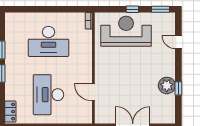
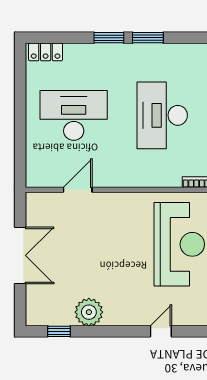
window: (178, 88) -> (59, 331), moved

